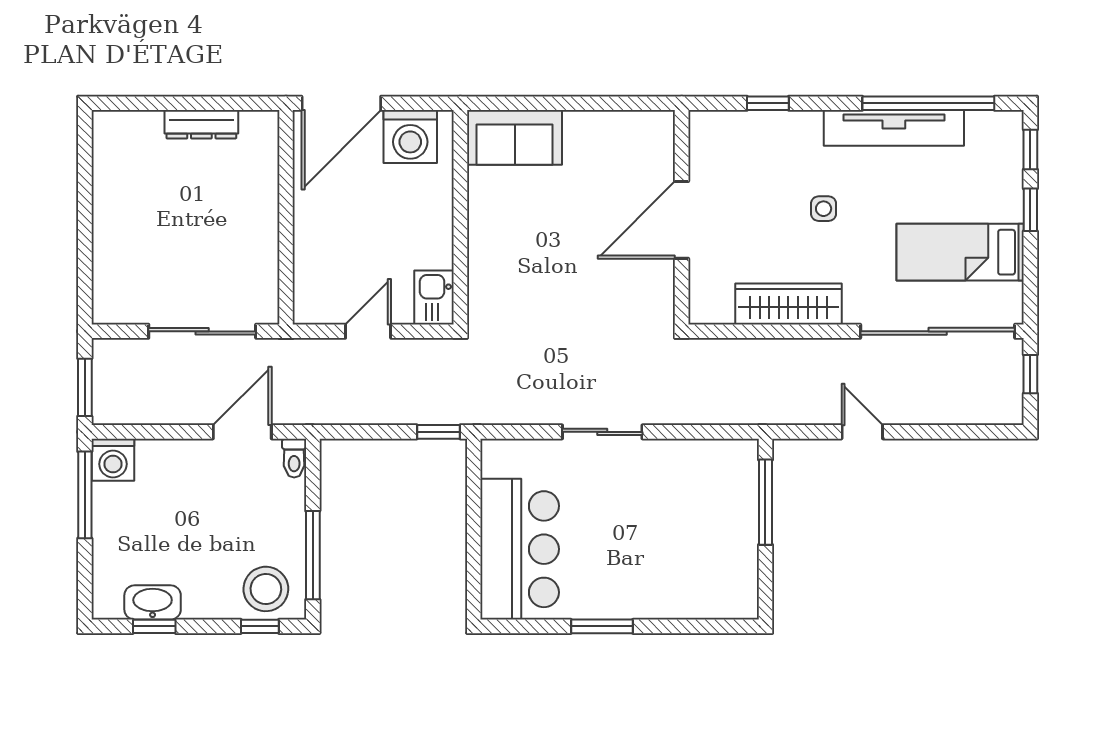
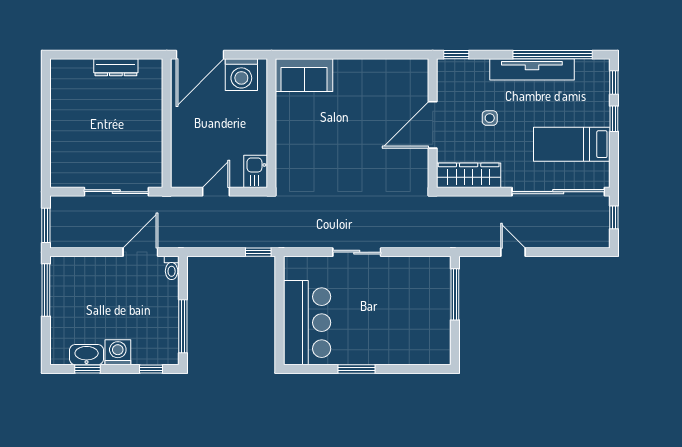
wall: (682, 217) -> (433, 123), moved
door: (682, 220) -> (433, 125), moved
washing machine: (113, 460) -> (118, 352), moved, turned 180
stool: (266, 589) -> (155, 347), removed

